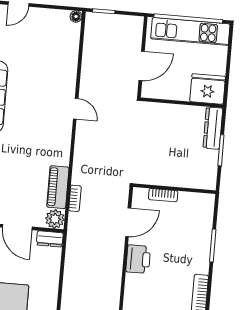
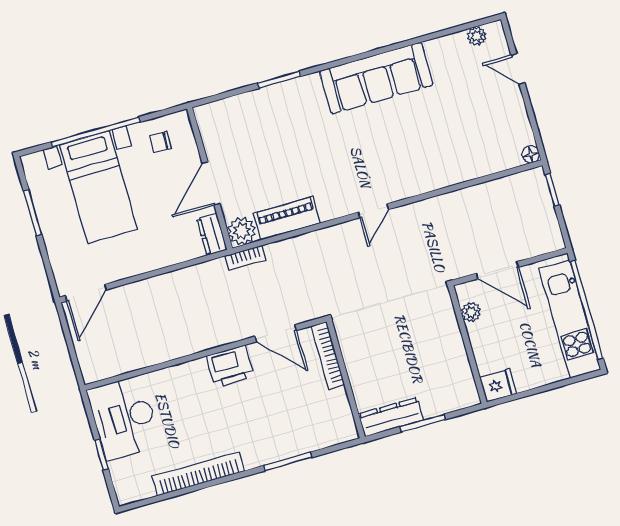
fridge: (208, 89) -> (498, 385), width x0.53, depth x0.75
plant: (162, 93) -> (471, 312), added
door: (76, 109) -> (373, 211), moved
dresser: (213, 128) -> (391, 417), moved
bookcase: (163, 195) -> (328, 356), width x1.56
bookcase: (75, 198) -> (246, 258), moved

